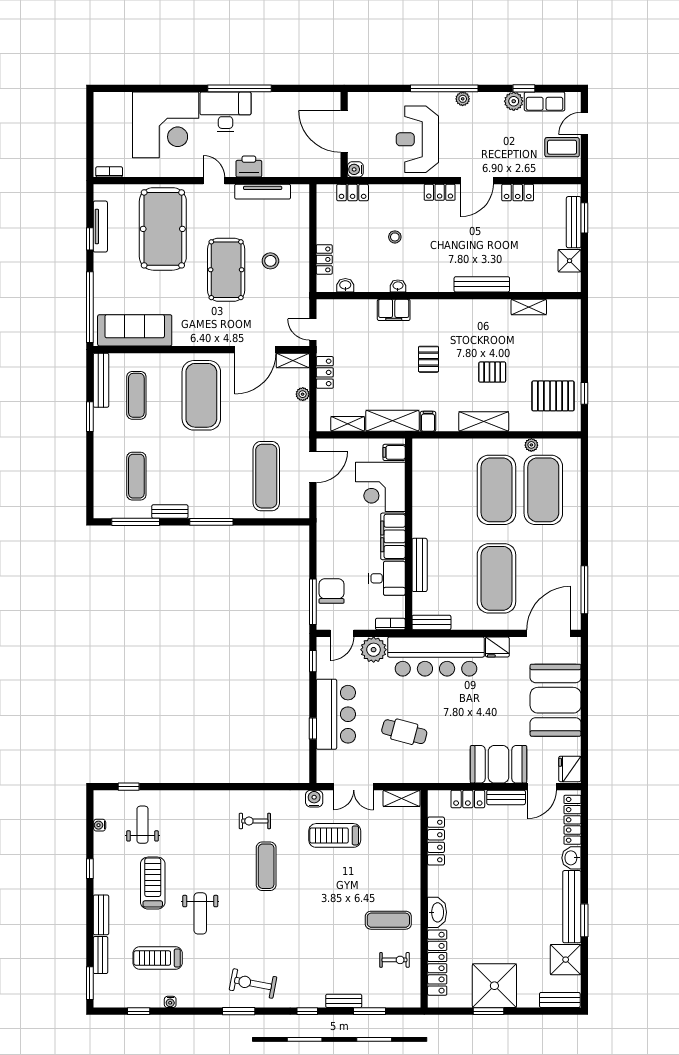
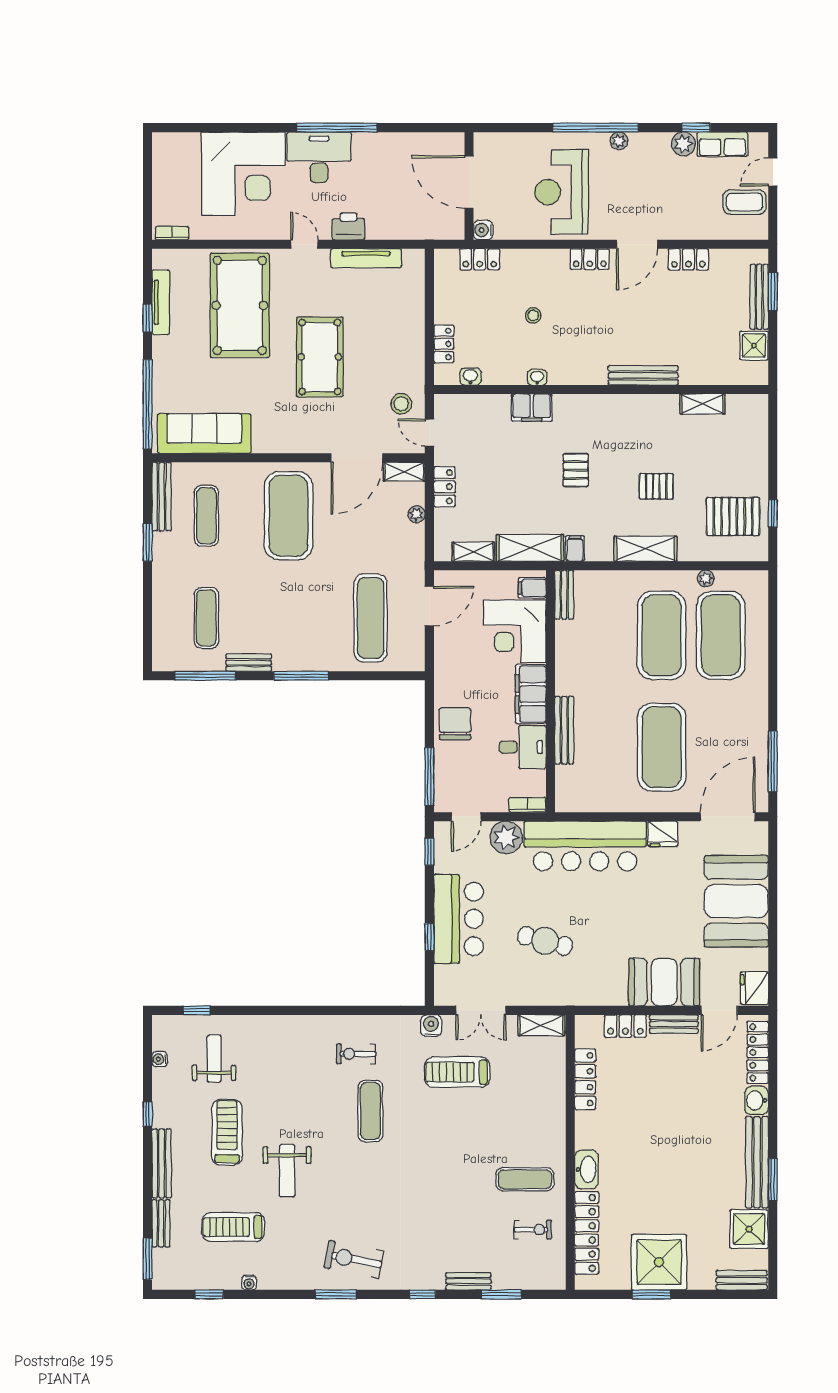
stool: (270, 261) -> (401, 404), moved
chair: (332, 591) -> (455, 724), moved
bench: (431, 622) -> (564, 595), moved, turned 90
bench: (101, 915) -> (162, 1163), width x1.36

